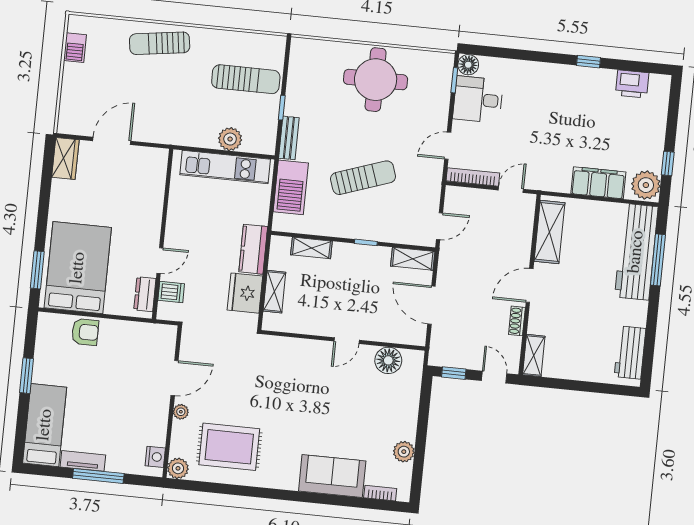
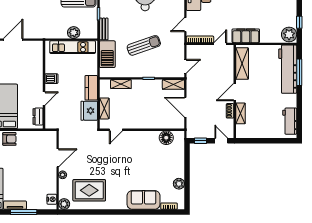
filing cabinet: (598, 183) -> (246, 36), moved
dishwasher: (171, 292) -> (51, 79), moved
door: (347, 341) -> (116, 130), moved
shelving: (534, 355) -> (240, 113), moved

